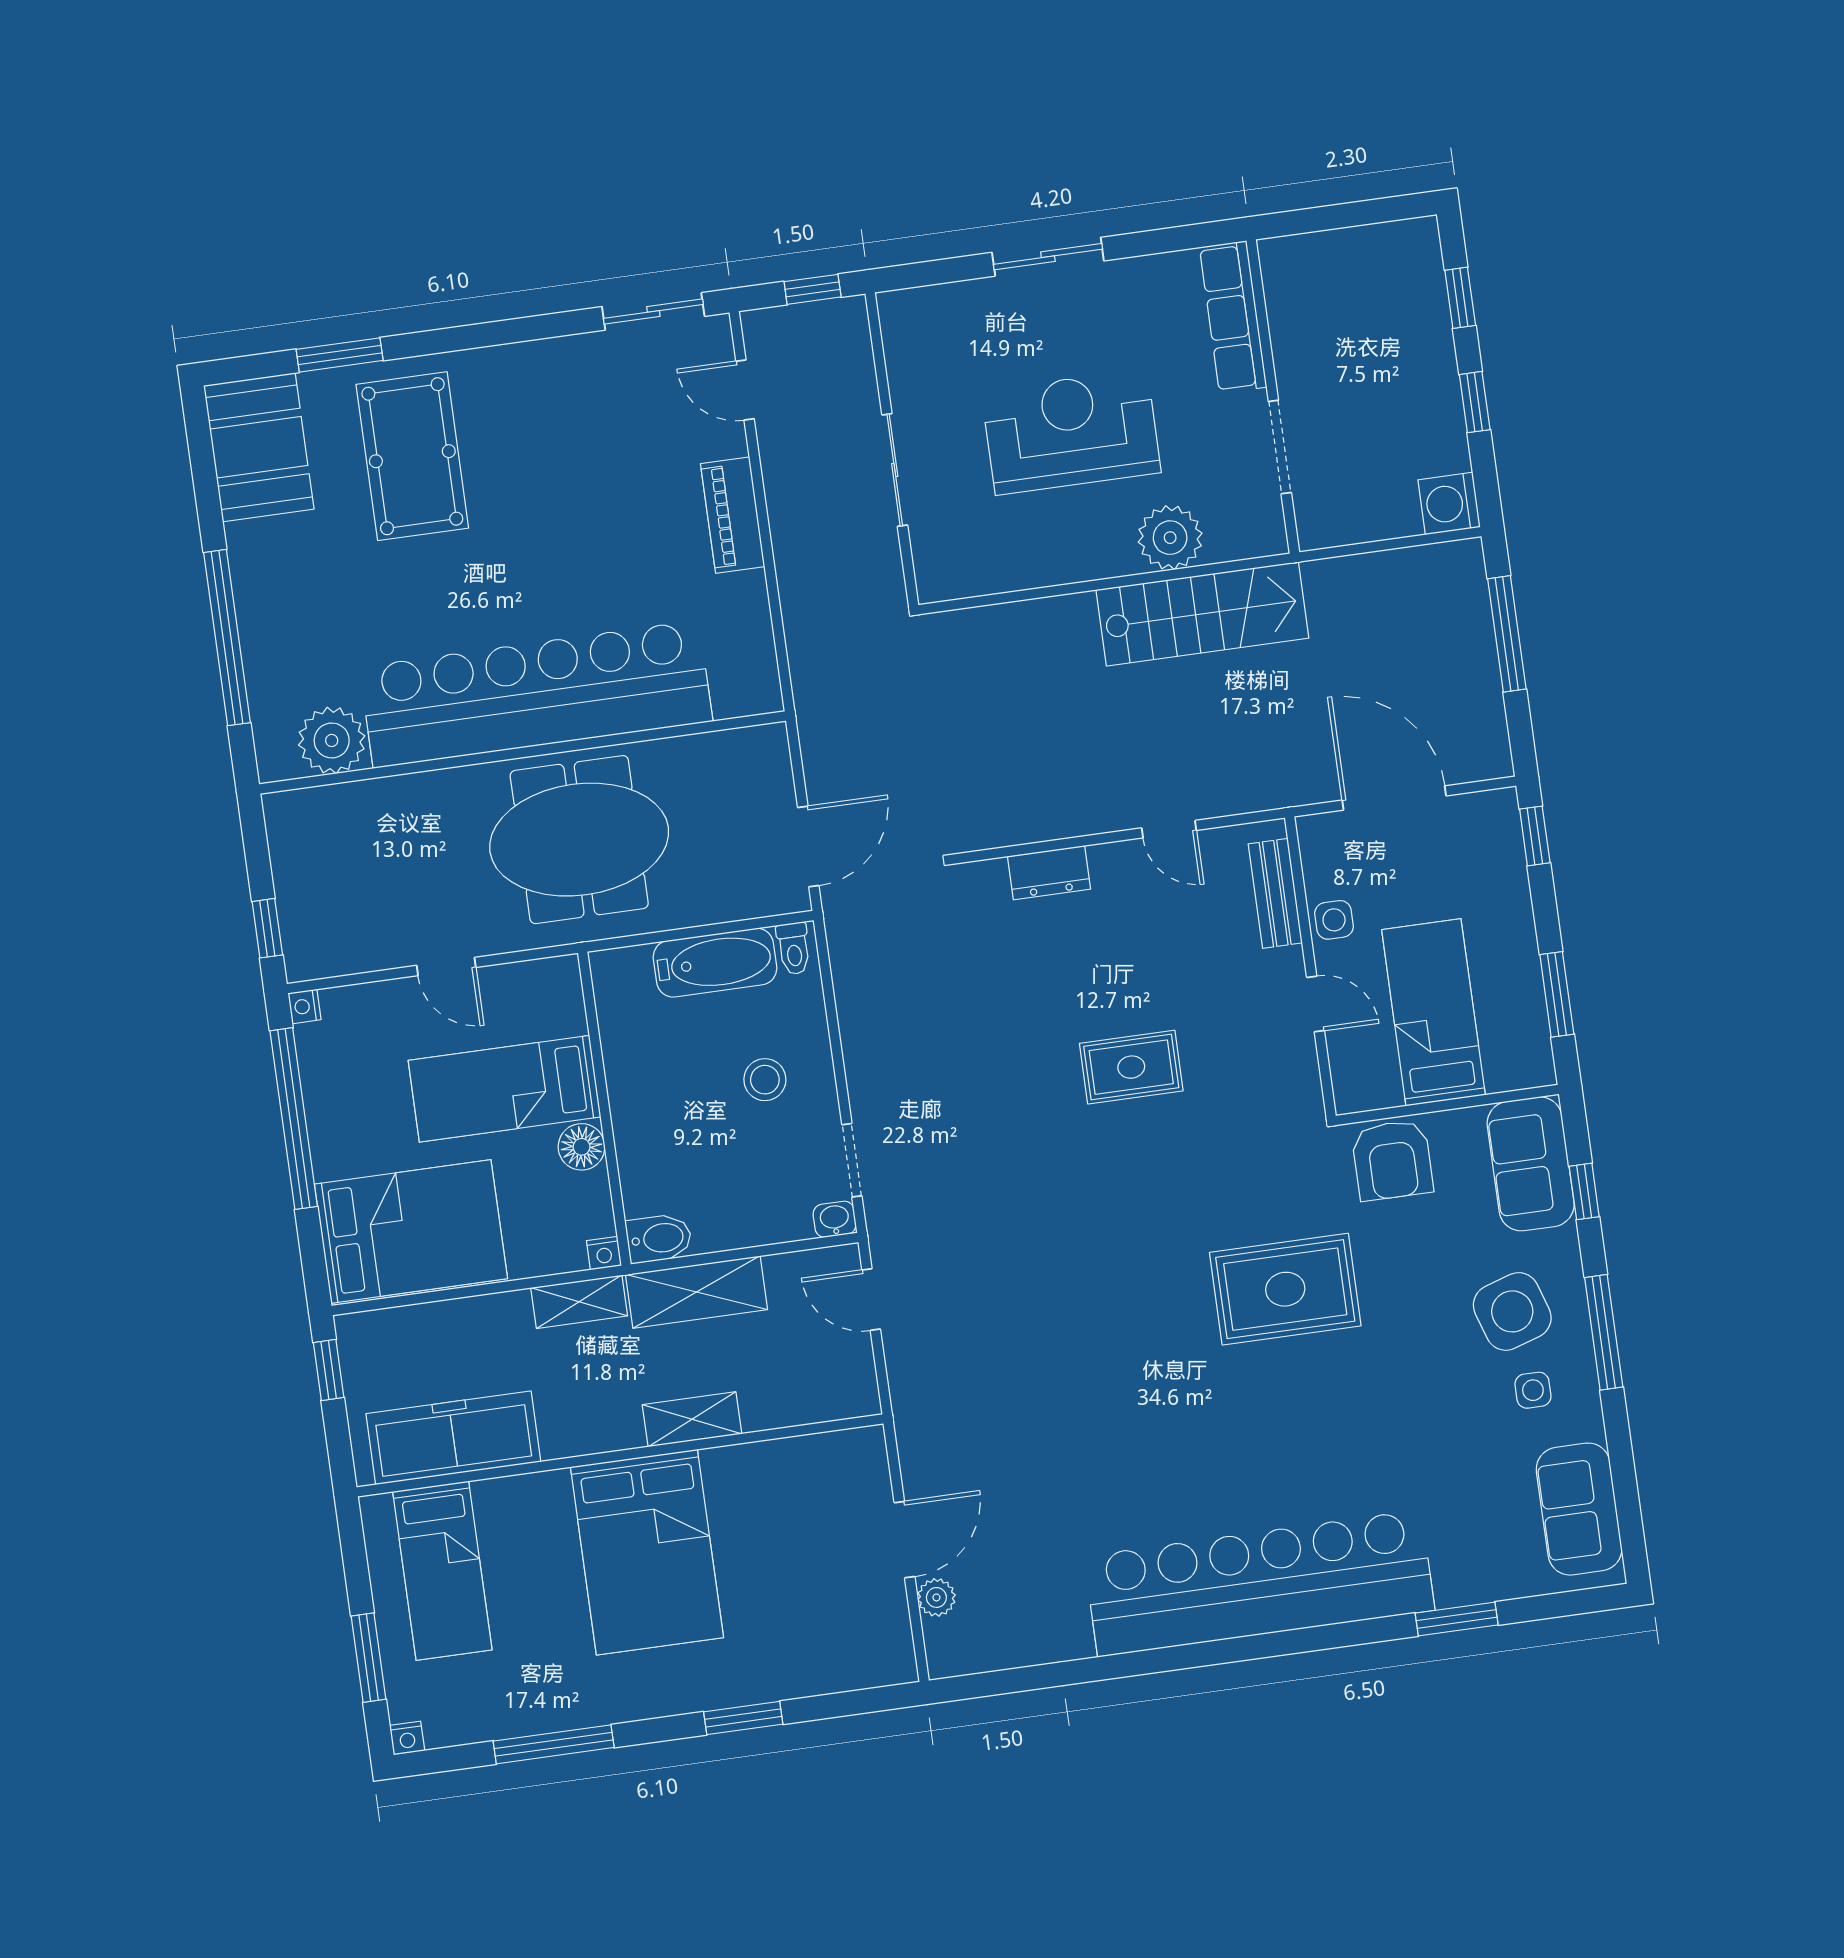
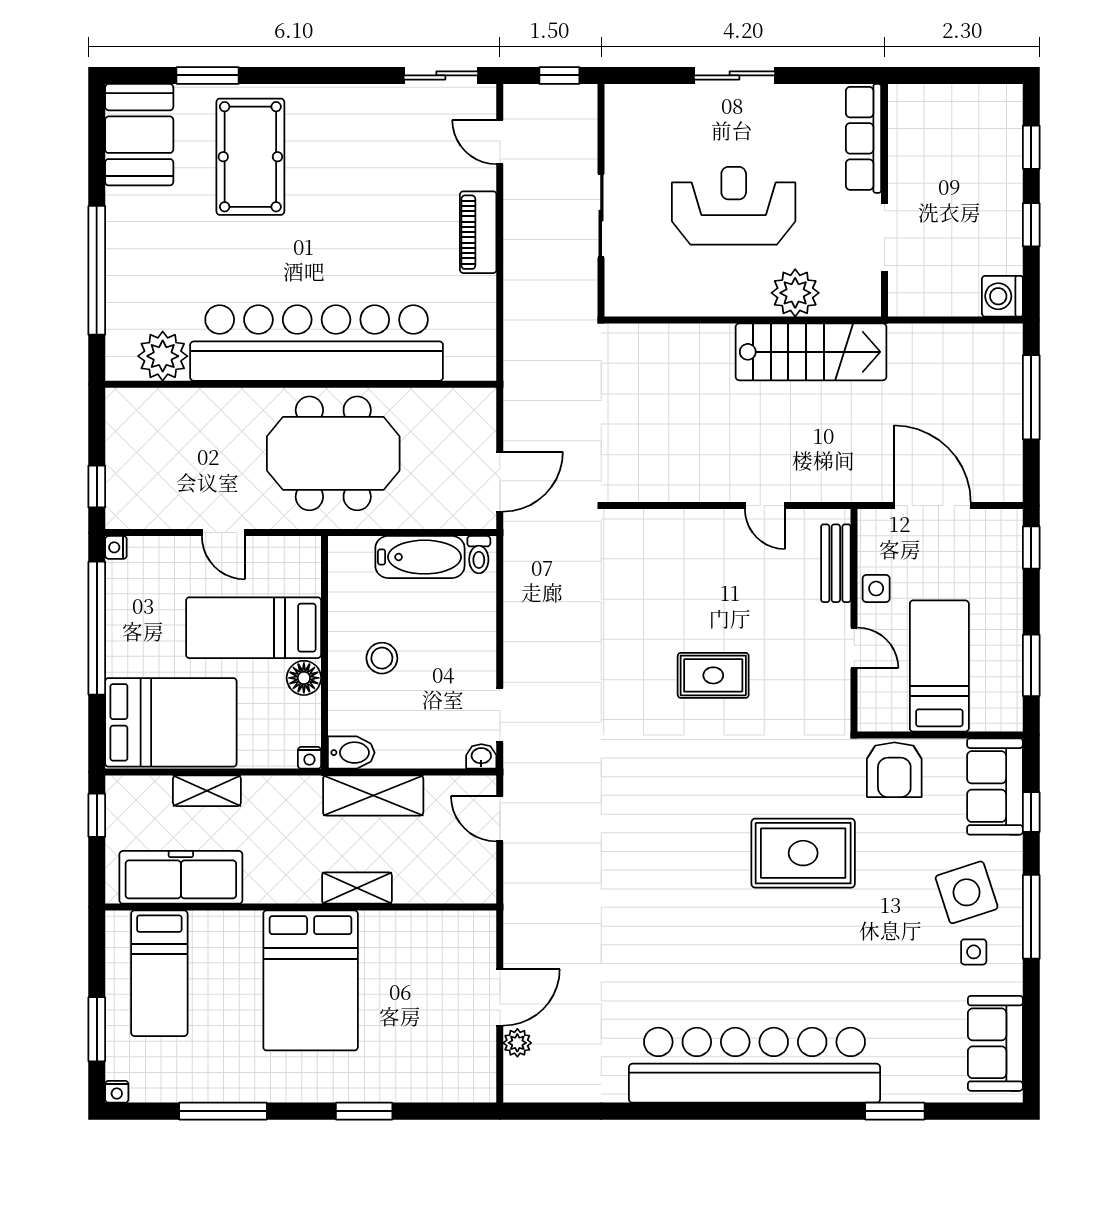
dresser: (1049, 873) -> (673, 525), removed
stool: (765, 1080) -> (382, 658), moved
shelving: (579, 1302) -> (207, 791), moved

